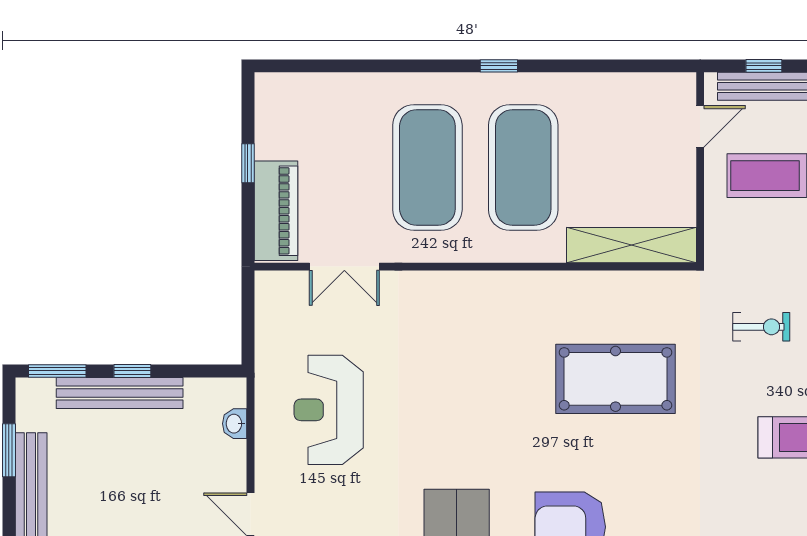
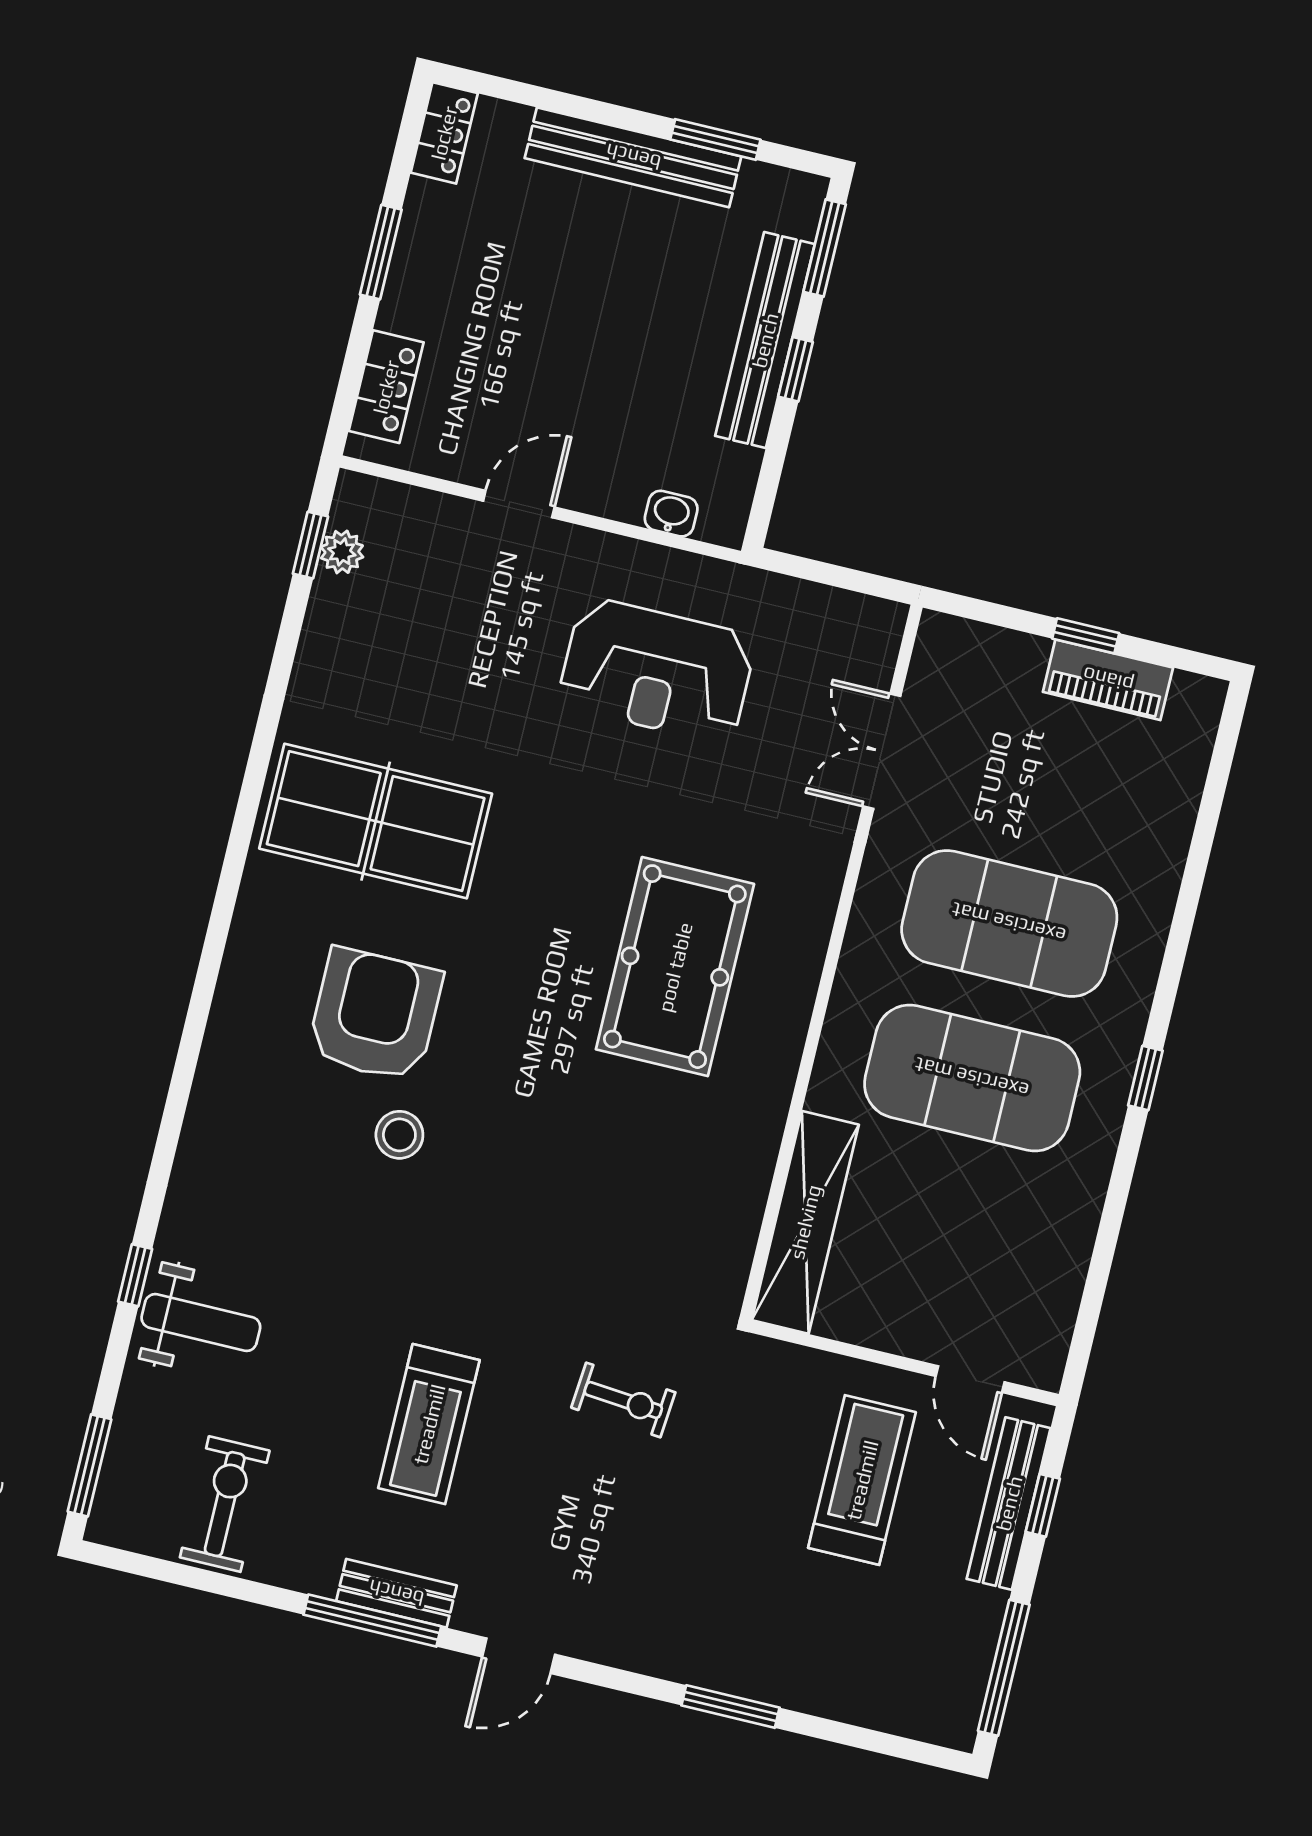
piano: (276, 211) -> (1108, 680), moved, width x0.73, depth x0.75
exercise bike: (761, 327) -> (623, 1400), turned -85
pool table: (616, 379) -> (675, 967), moved
reception desk: (329, 410) -> (657, 670), turned 180
stool: (637, 495) -> (399, 1135), added

